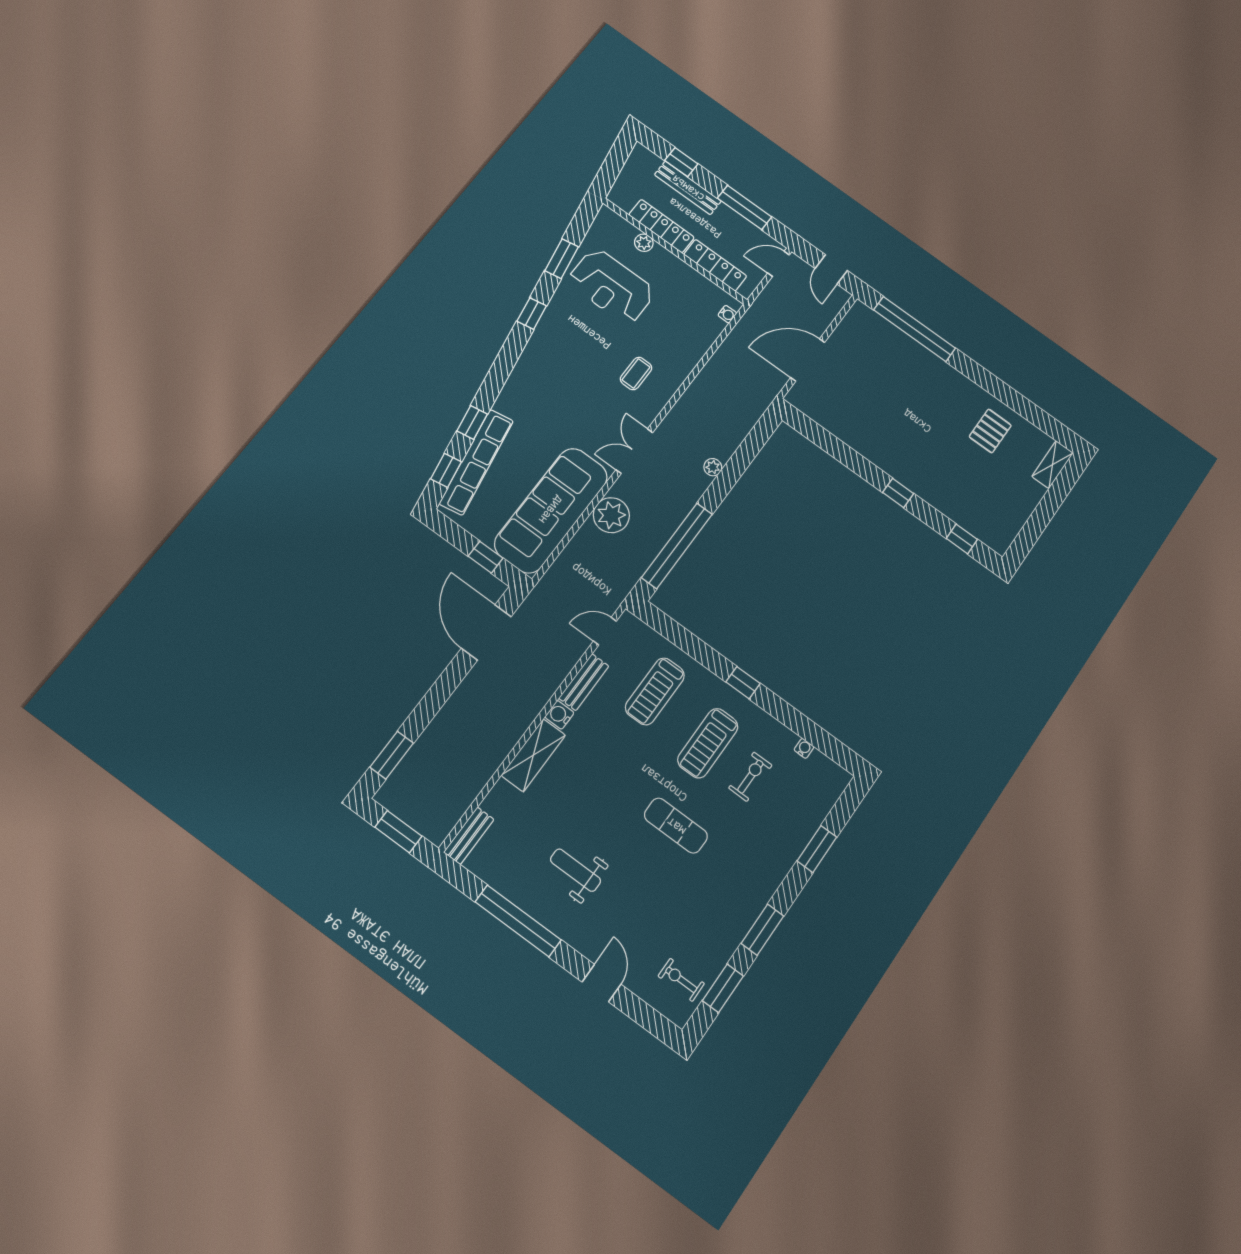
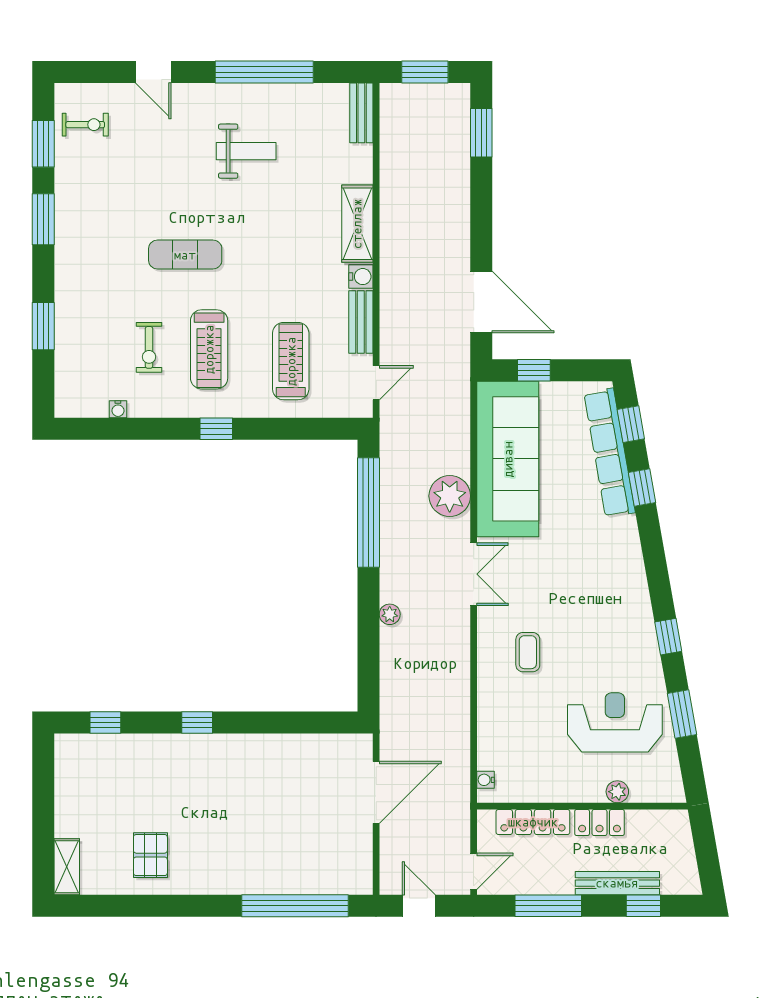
locker: (662, 226) -> (600, 822), width x0.66
treadmill: (708, 743) -> (209, 349), turned 180

